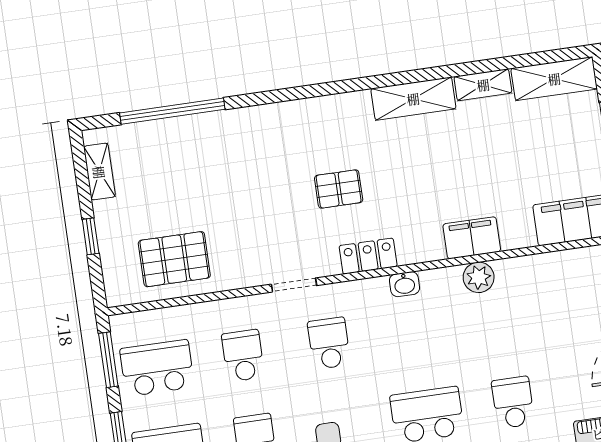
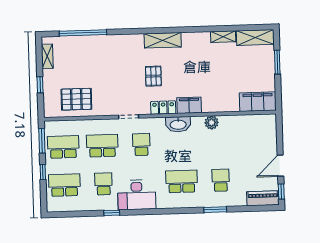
shelving: (413, 99) -> (163, 40), moved
pallet: (339, 189) -> (153, 76), turned 90
filing cabinet: (472, 238) -> (189, 105), moved
washbasin: (404, 284) -> (178, 124), width x1.91, depth x1.45
school desk: (243, 356) -> (102, 146), width x1.85

